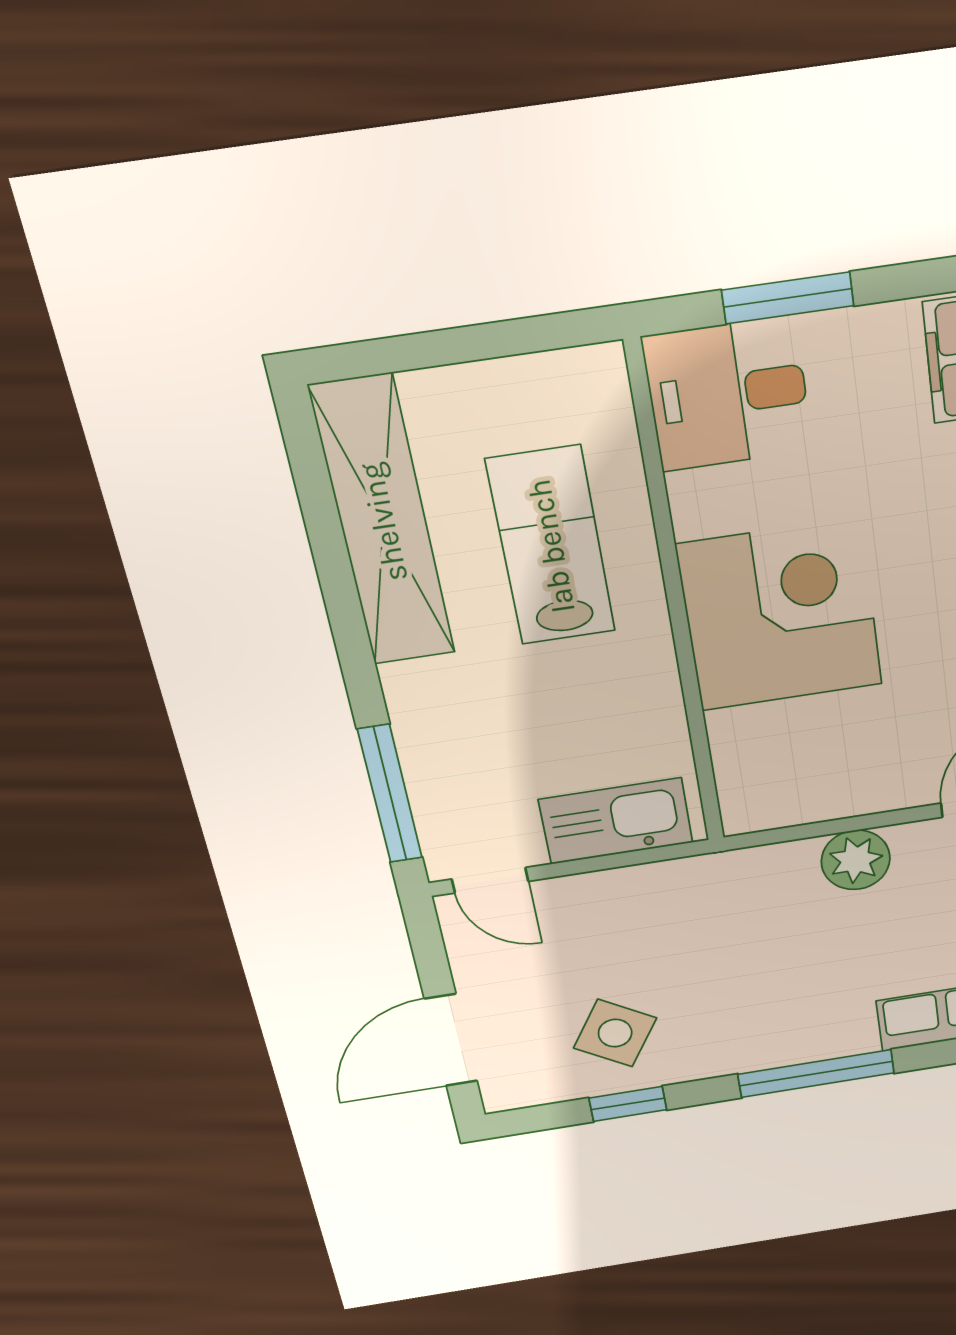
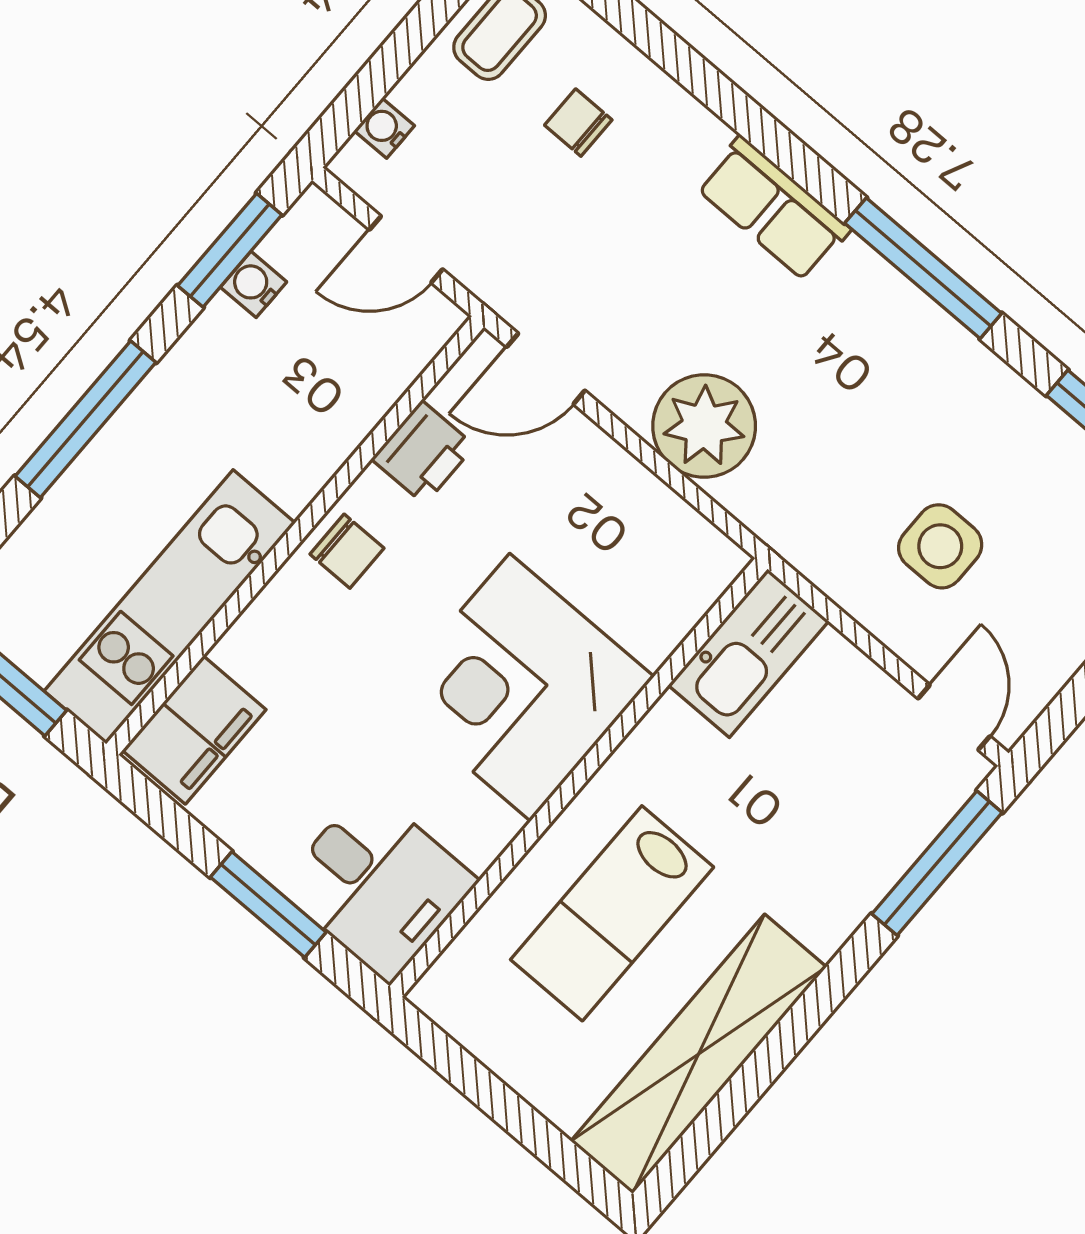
kitchen sink: (616, 821) -> (748, 653), moved, turned -90
plant: (856, 860) -> (704, 426), width x1.36, depth x1.36
side table: (615, 1033) -> (940, 546), moved, turned -32

